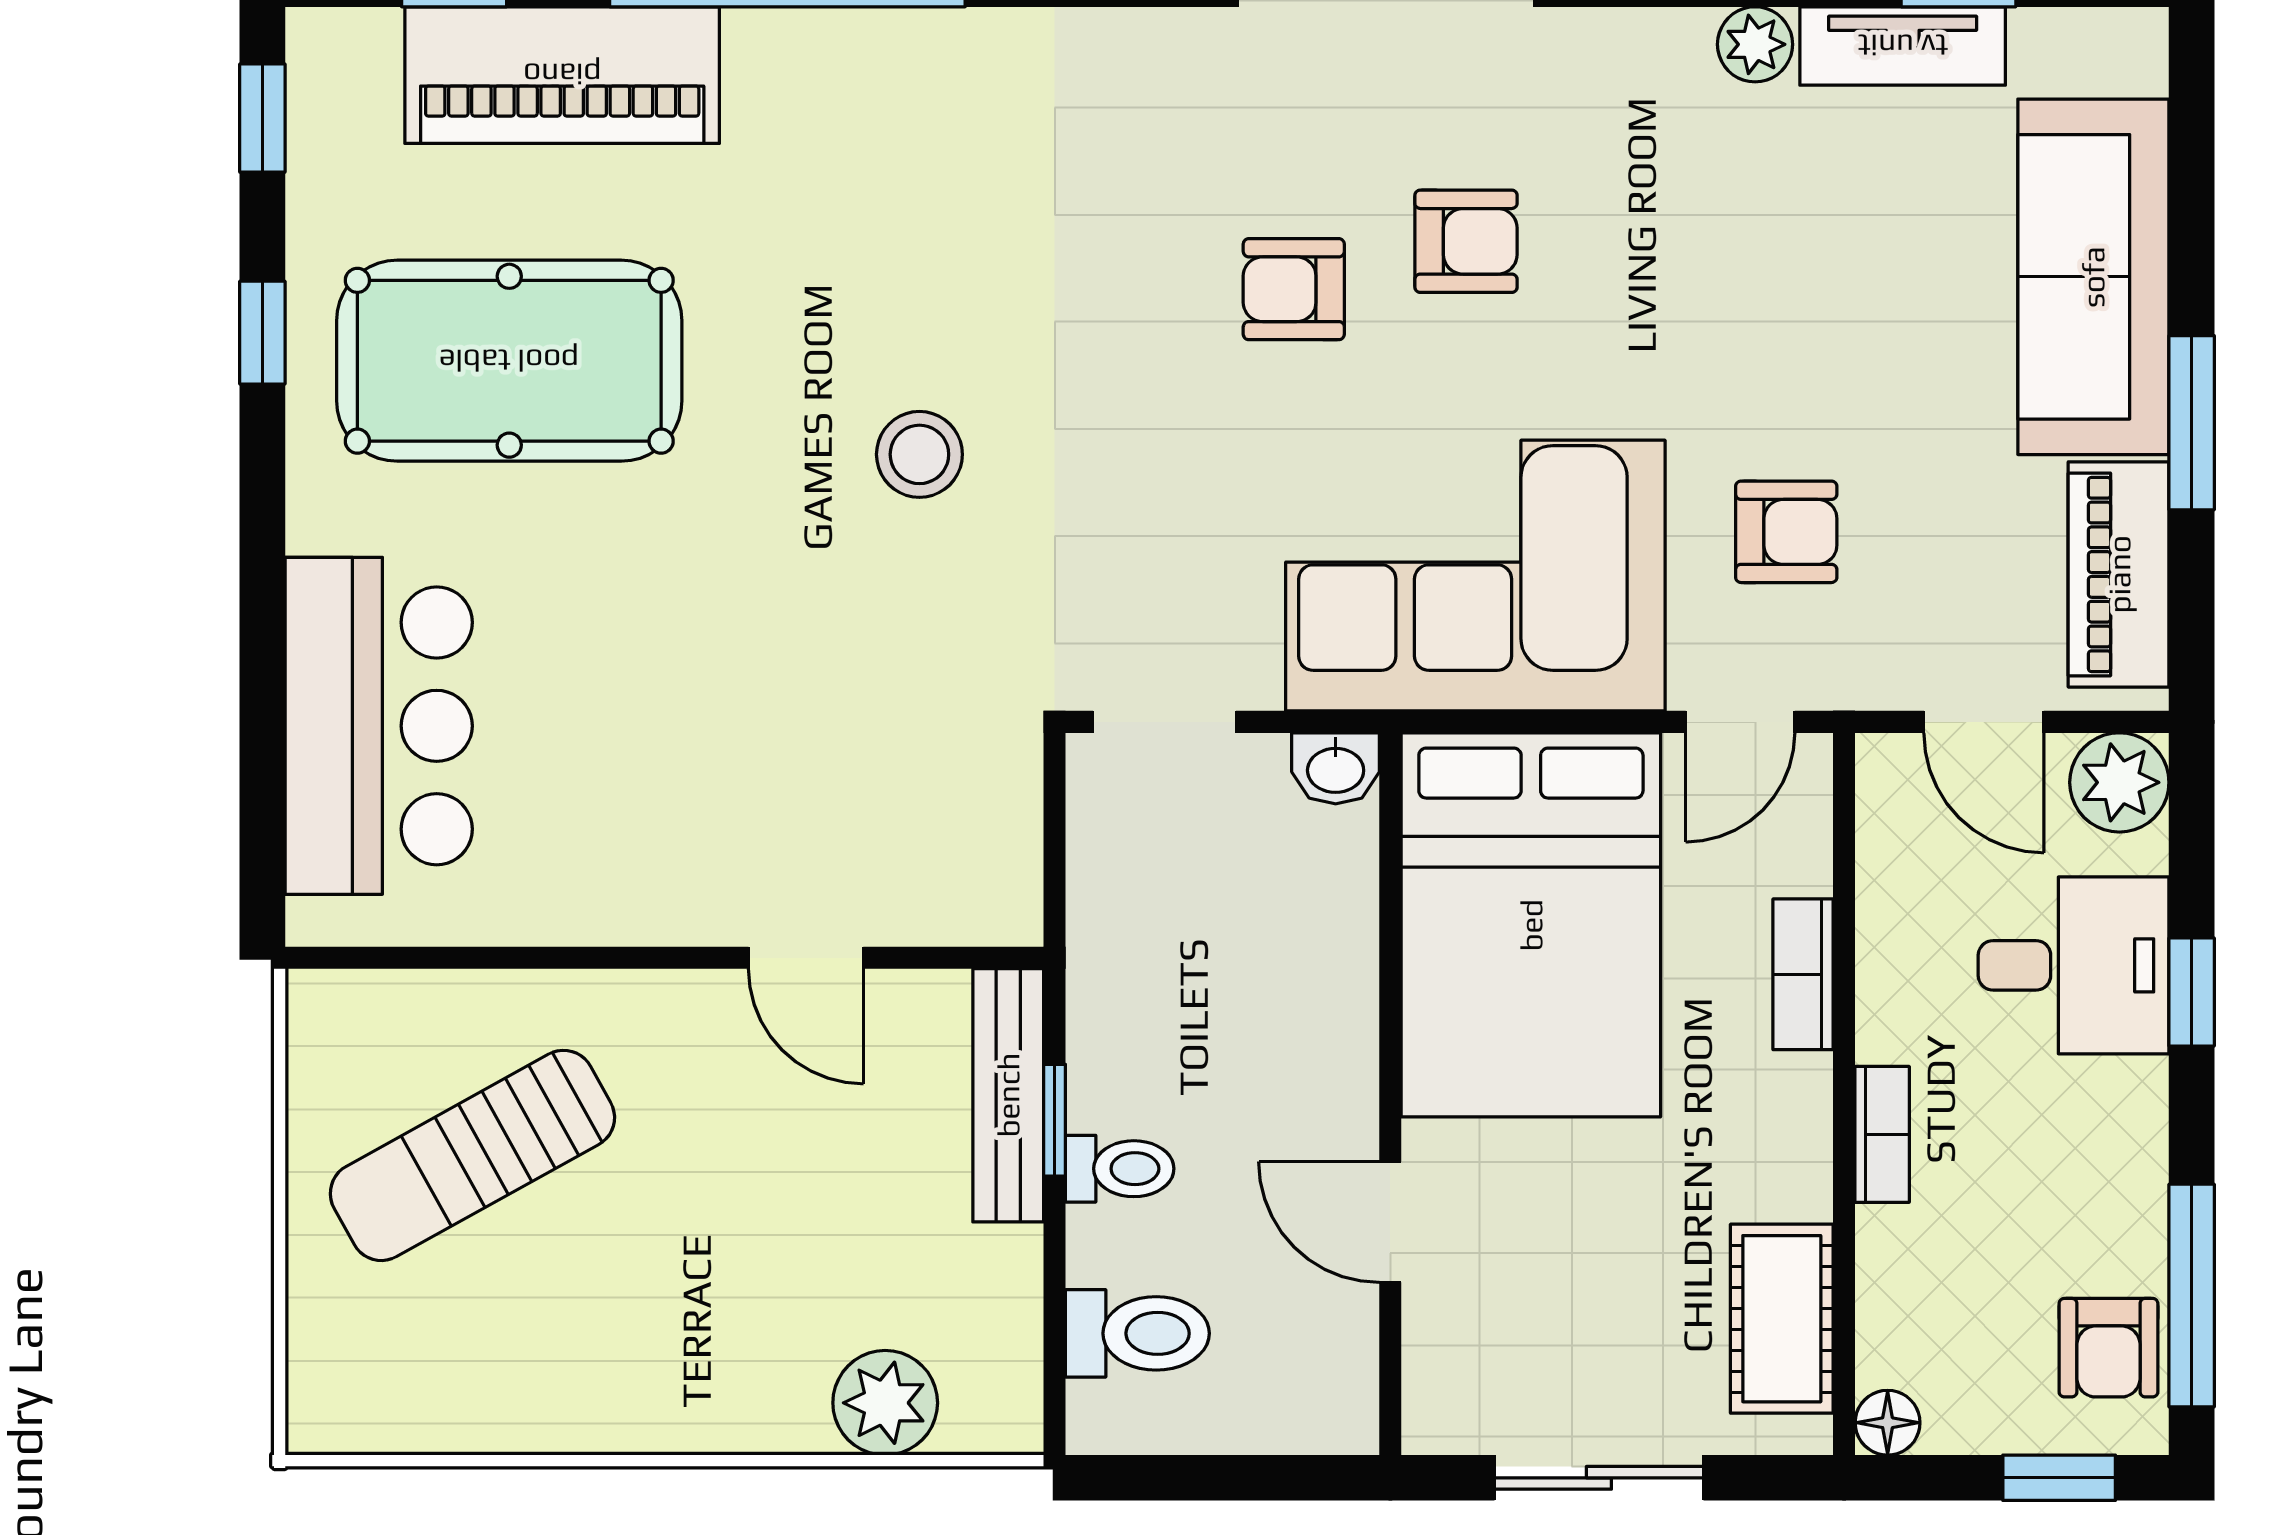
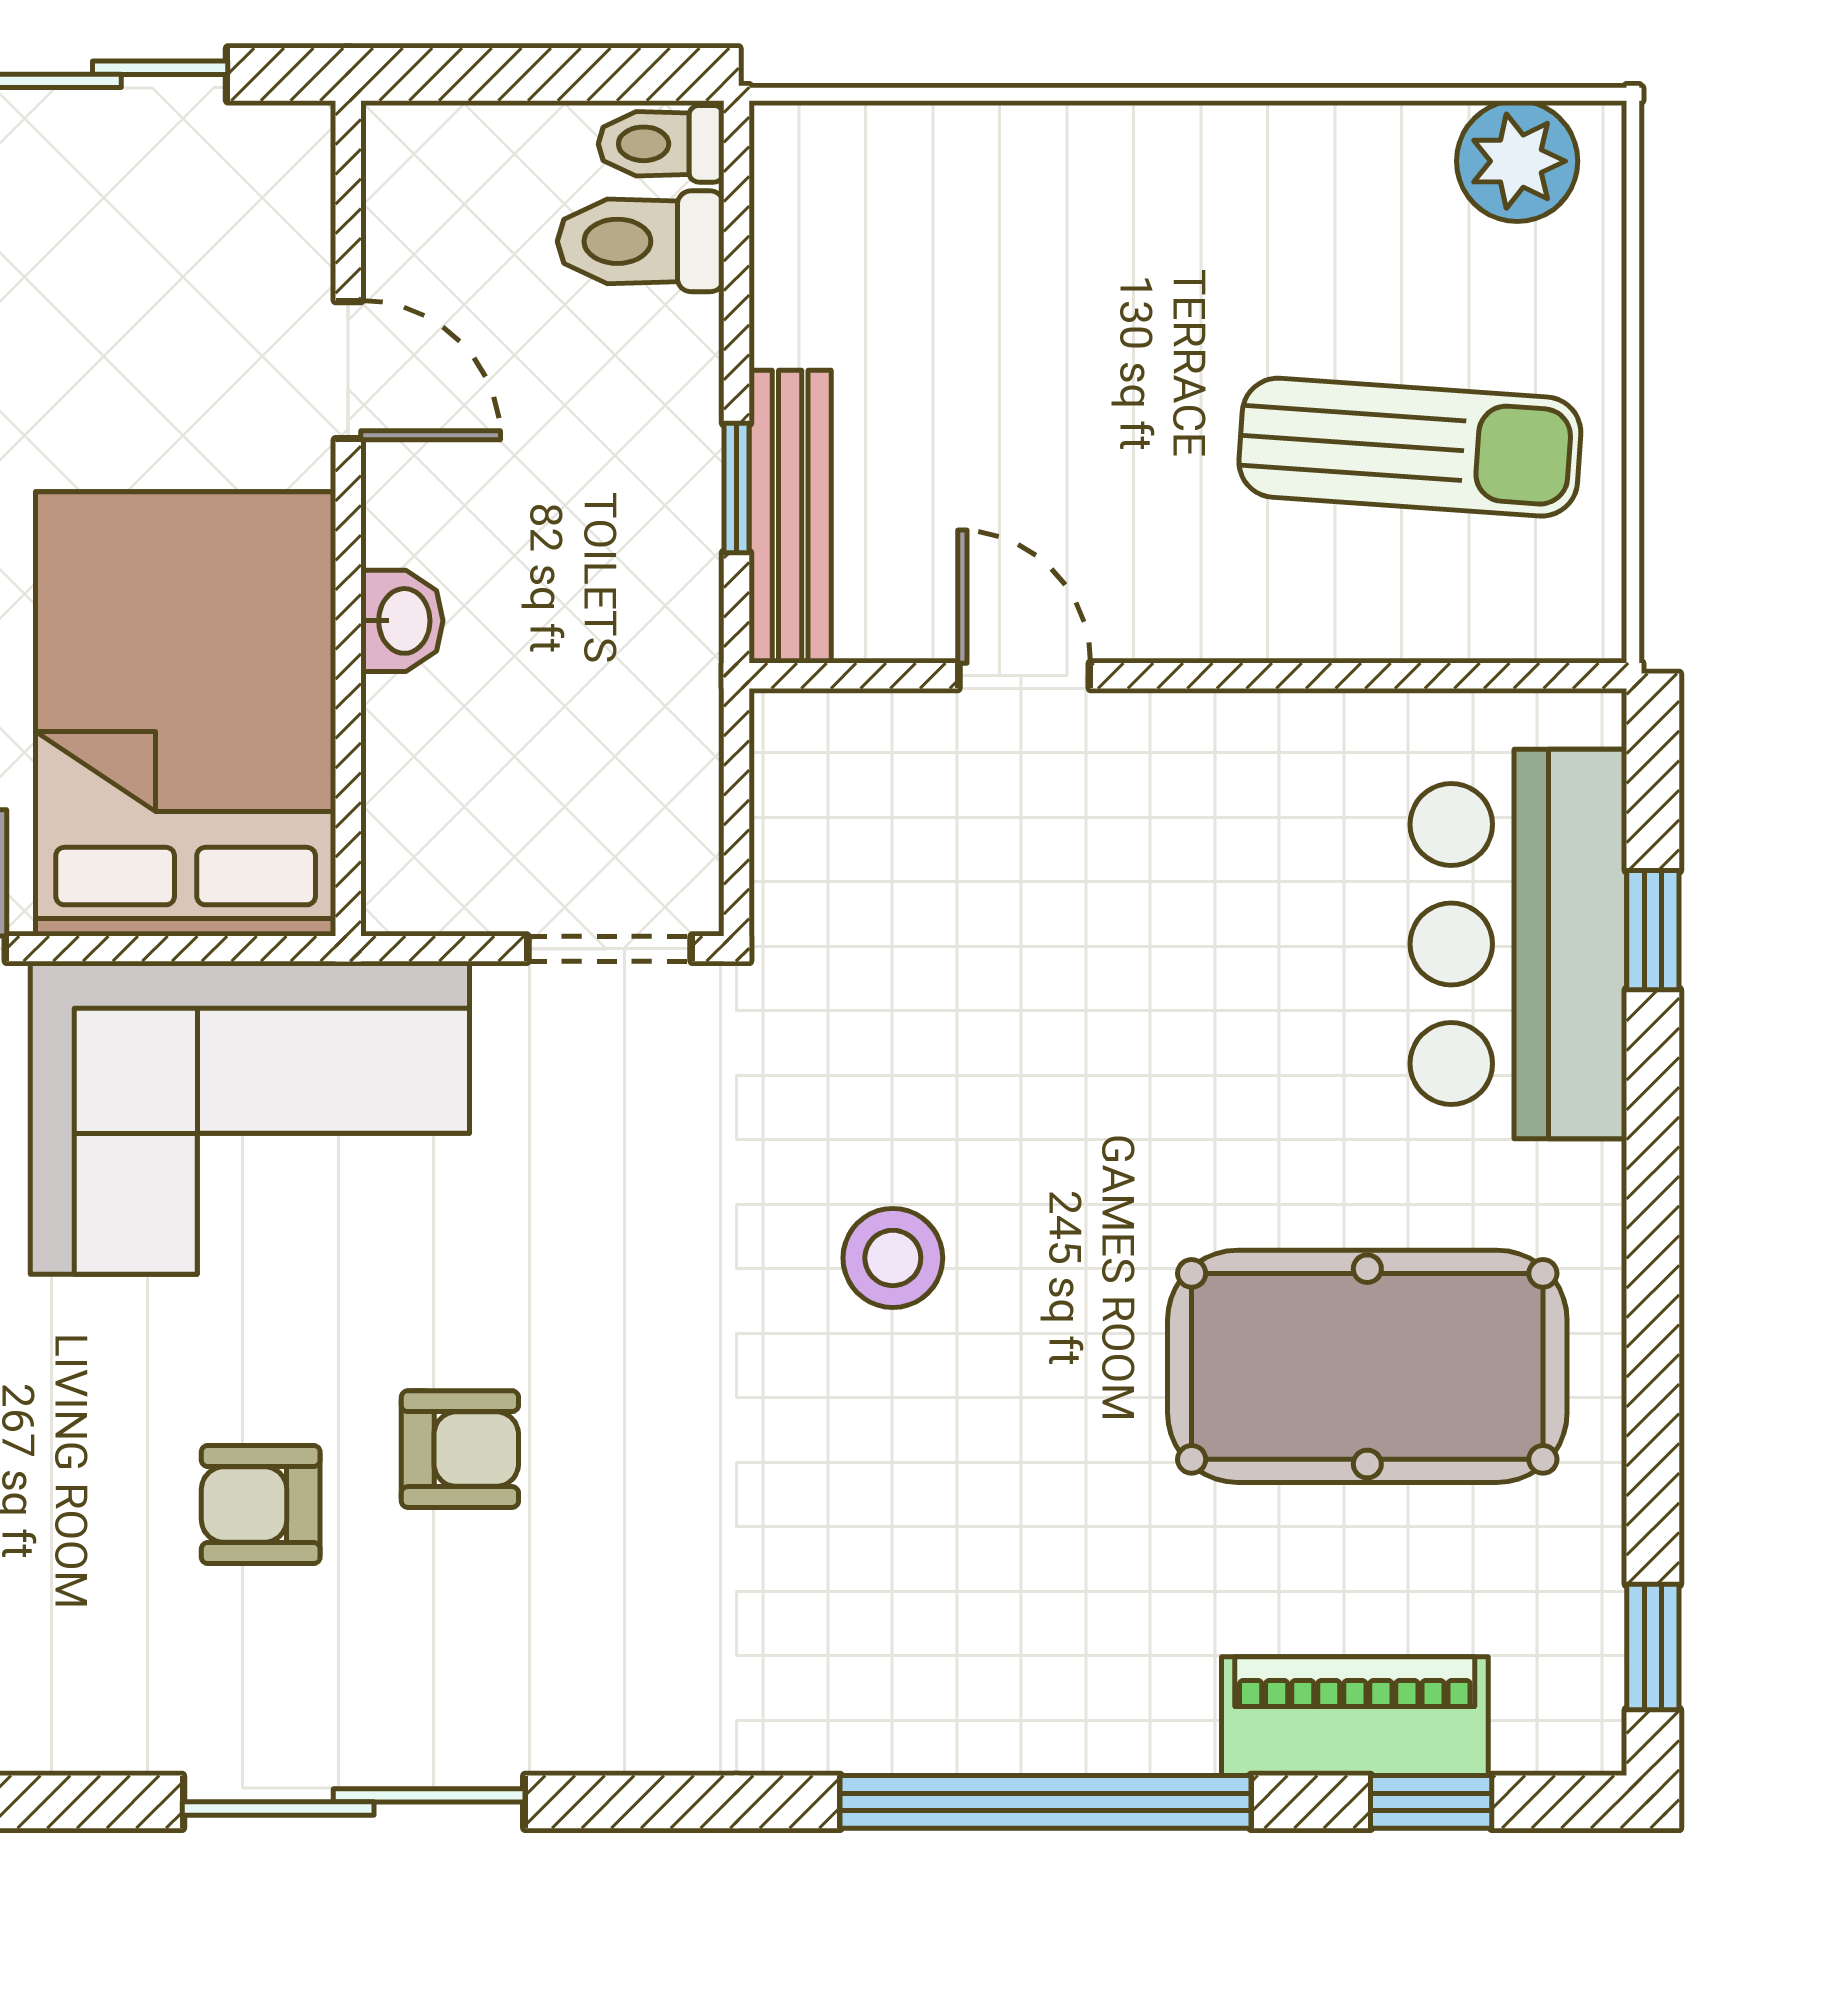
piano: (562, 75) -> (1355, 1716), width x0.73, depth x0.75
window: (262, 333) -> (1653, 930), moved
washbasin: (1336, 768) -> (402, 621), moved, turned 90
sun lounger: (472, 1155) -> (1410, 447), turned 33
toilet: (1120, 1169) -> (661, 144), moved
plant: (885, 1403) -> (1517, 161), moved

